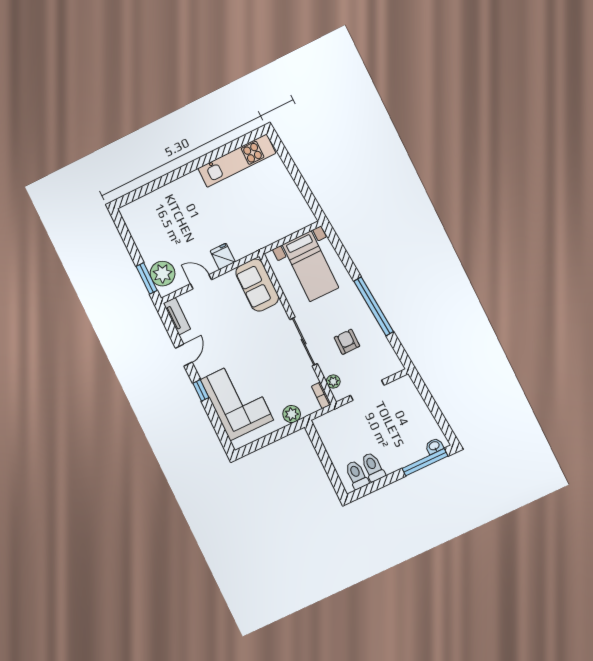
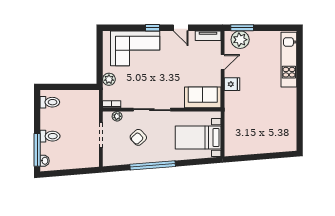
kitchen unit: (237, 161) -> (289, 60), moved
armchair: (347, 342) -> (138, 137), turned 137
toilet: (373, 467) -> (50, 136), moved

